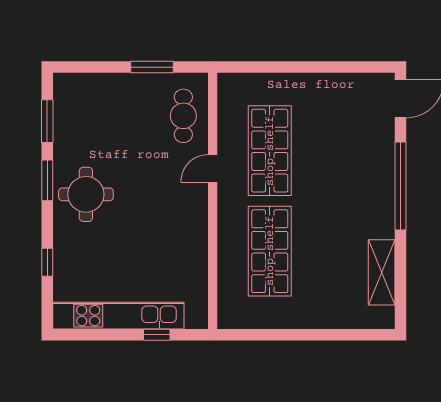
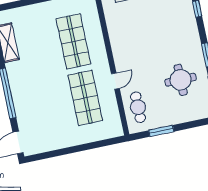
round table: (86, 194) -> (181, 80), moved

